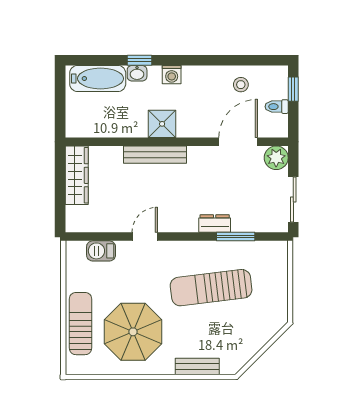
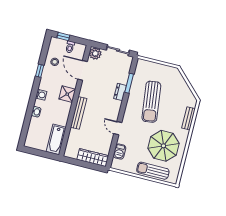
window: (140, 60) -> (40, 71), moved
bathtub: (98, 79) -> (56, 139), moved, turned 180
shower: (162, 124) -> (67, 94), moved
wardrobe: (77, 175) -> (93, 158), moved

